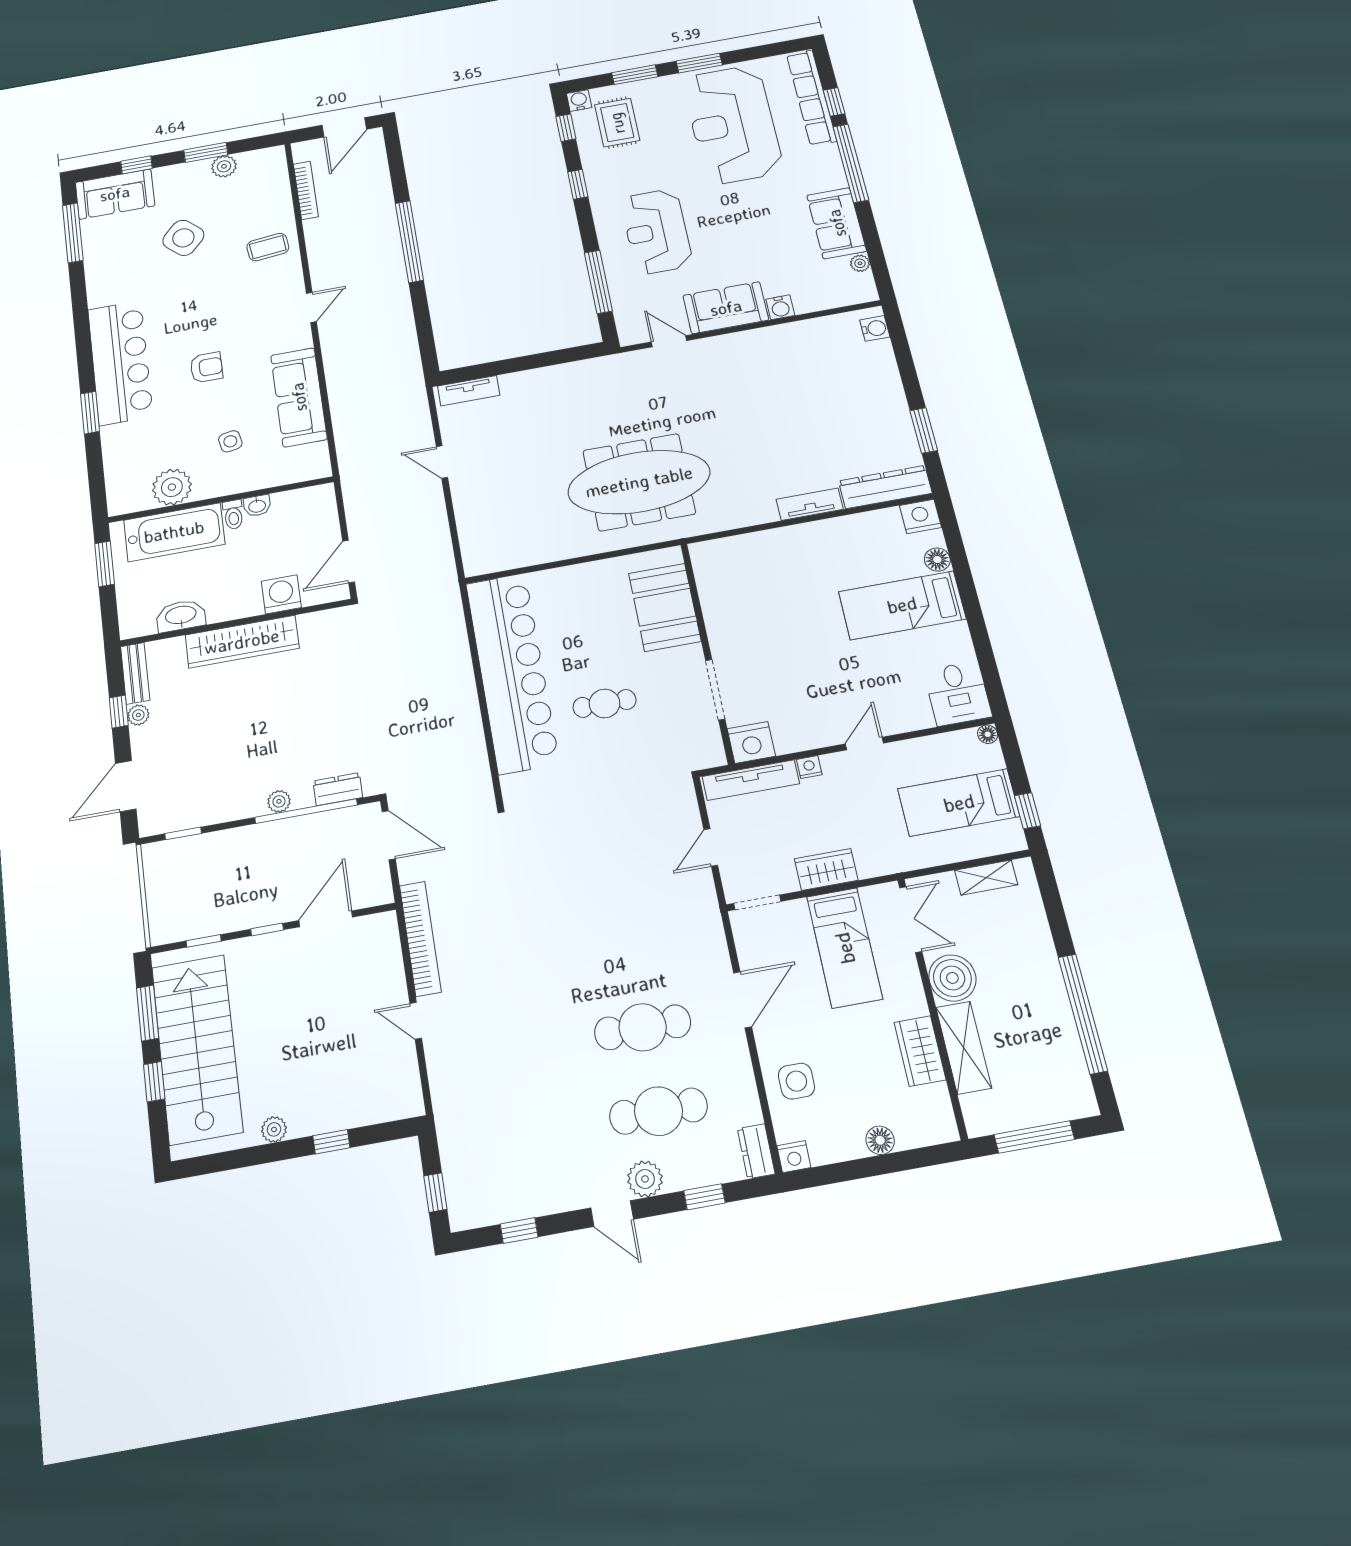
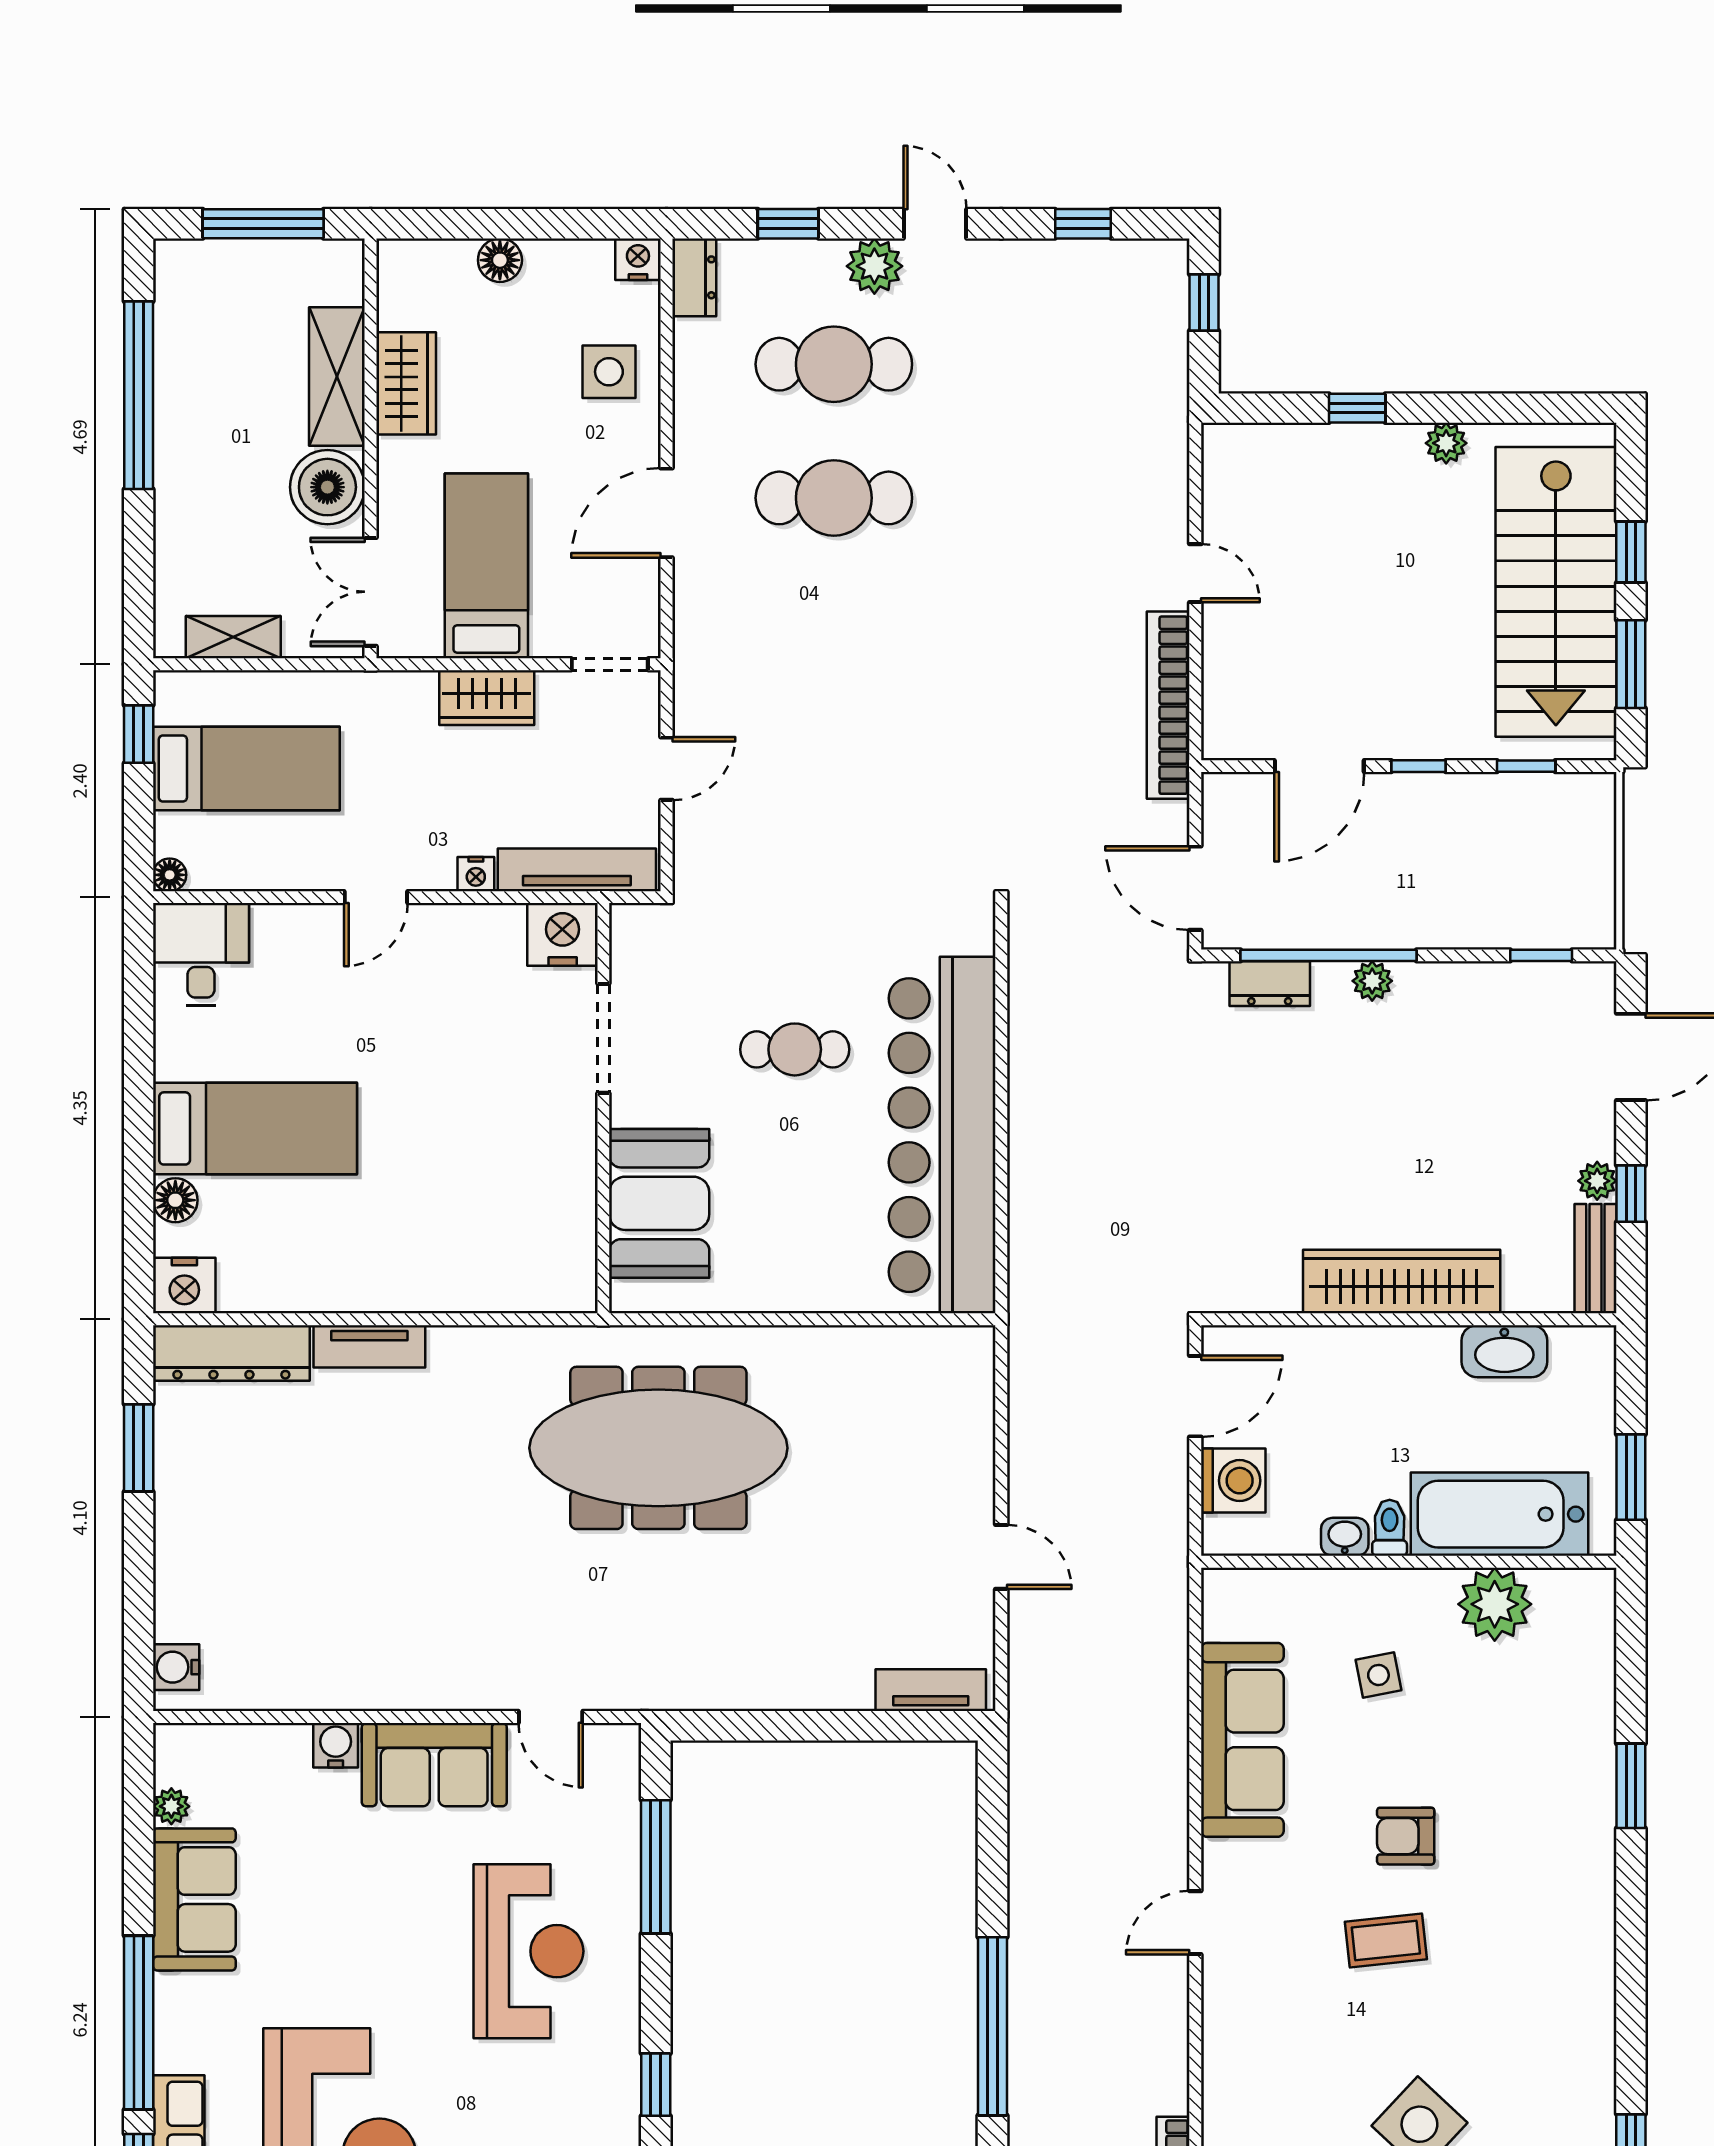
coffee table: (268, 247) -> (1386, 1940), moved
bar counter: (120, 363) -> (1565, 1879), removed
washing machine: (281, 594) -> (1233, 1481), moved, turned -90

